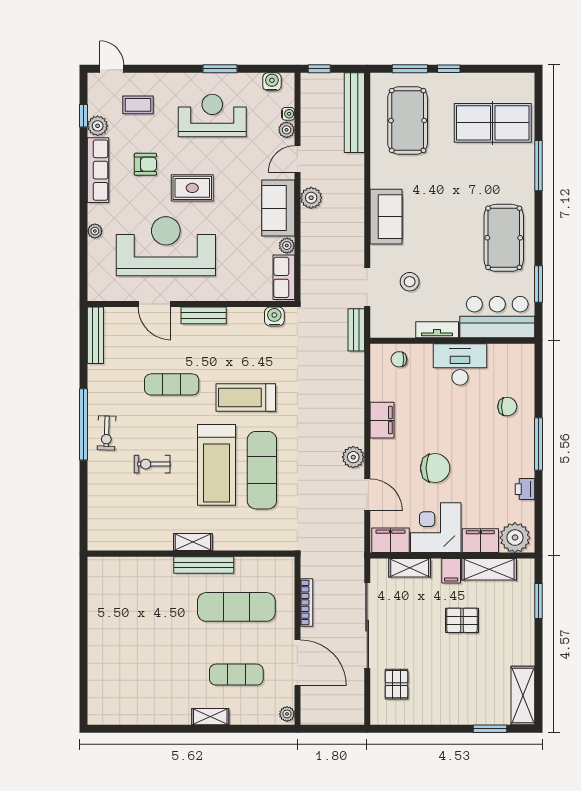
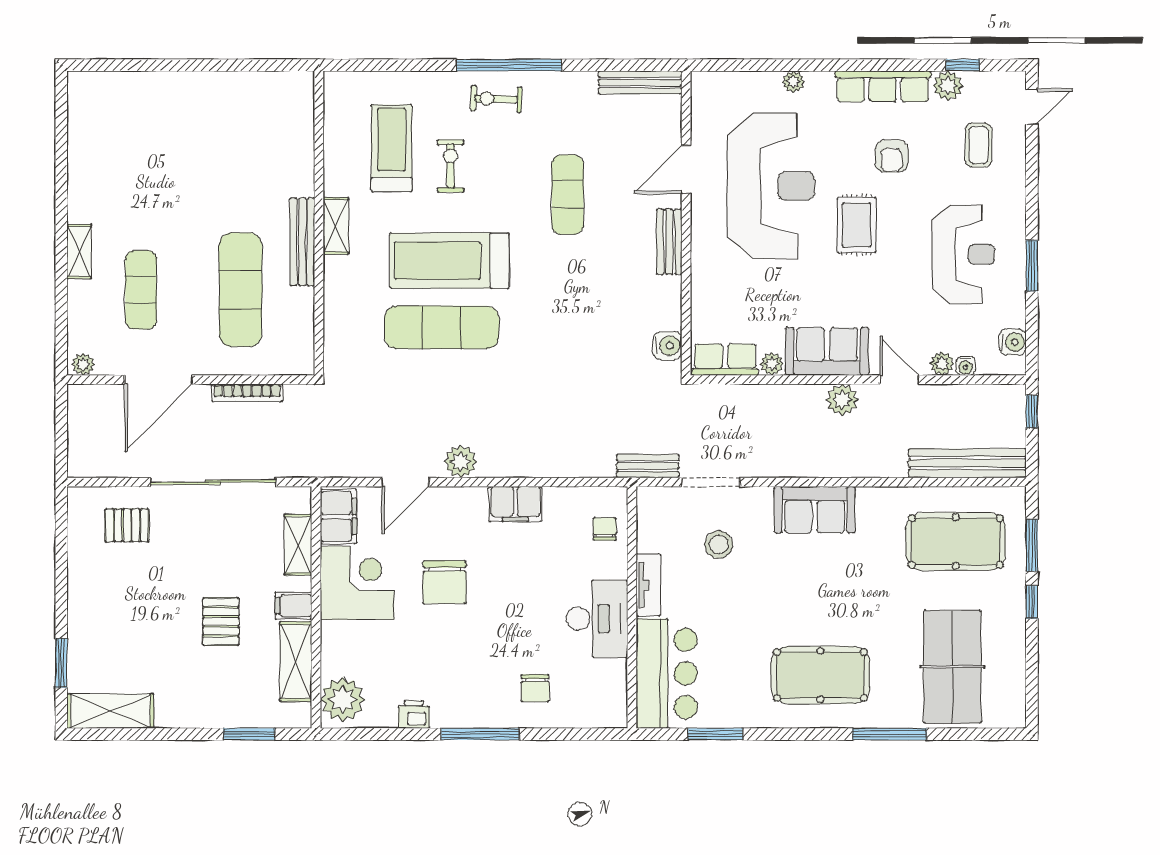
pool table: (504, 238) -> (820, 675), moved
treadmill: (246, 398) -> (392, 148), moved
filing cabinet: (480, 541) -> (338, 649), removed

